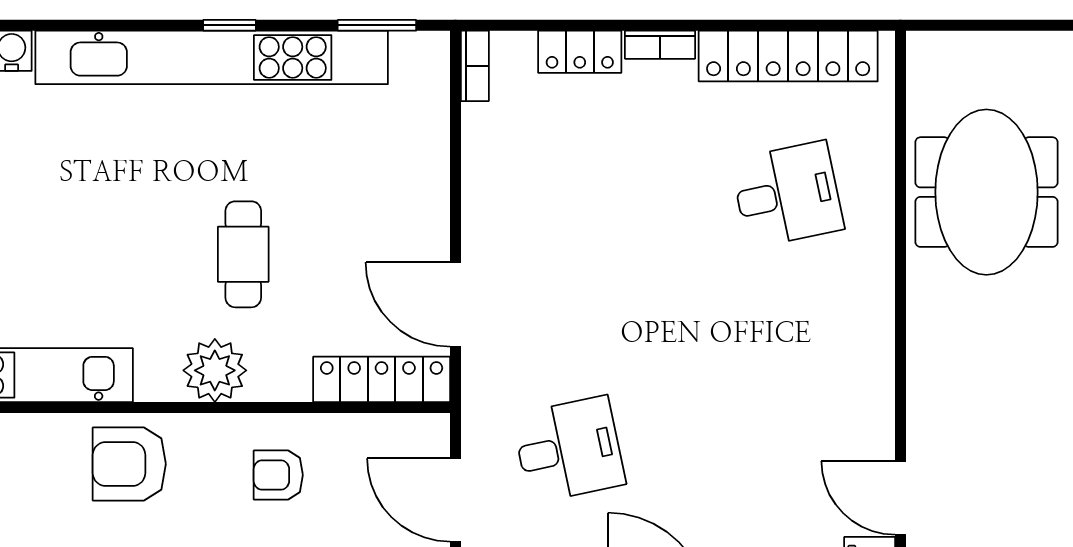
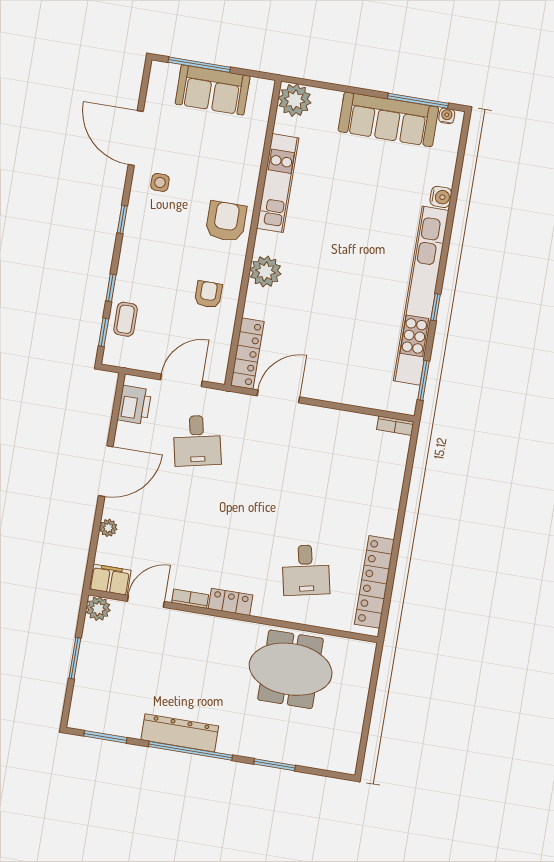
bookcase: (660, 45) -> (190, 599), moved, turned 90
locker: (580, 52) -> (231, 602), moved, turned 90
cafe table: (243, 254) -> (321, 295), removed

